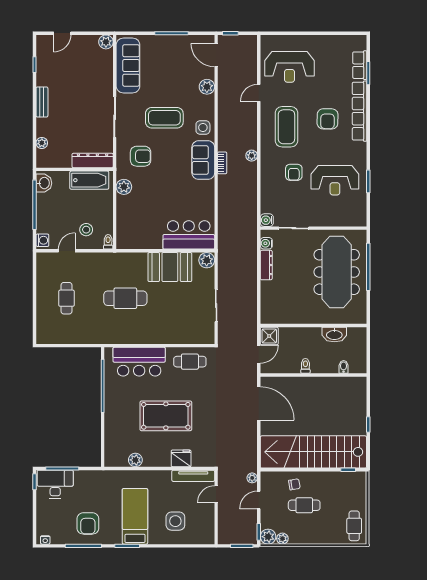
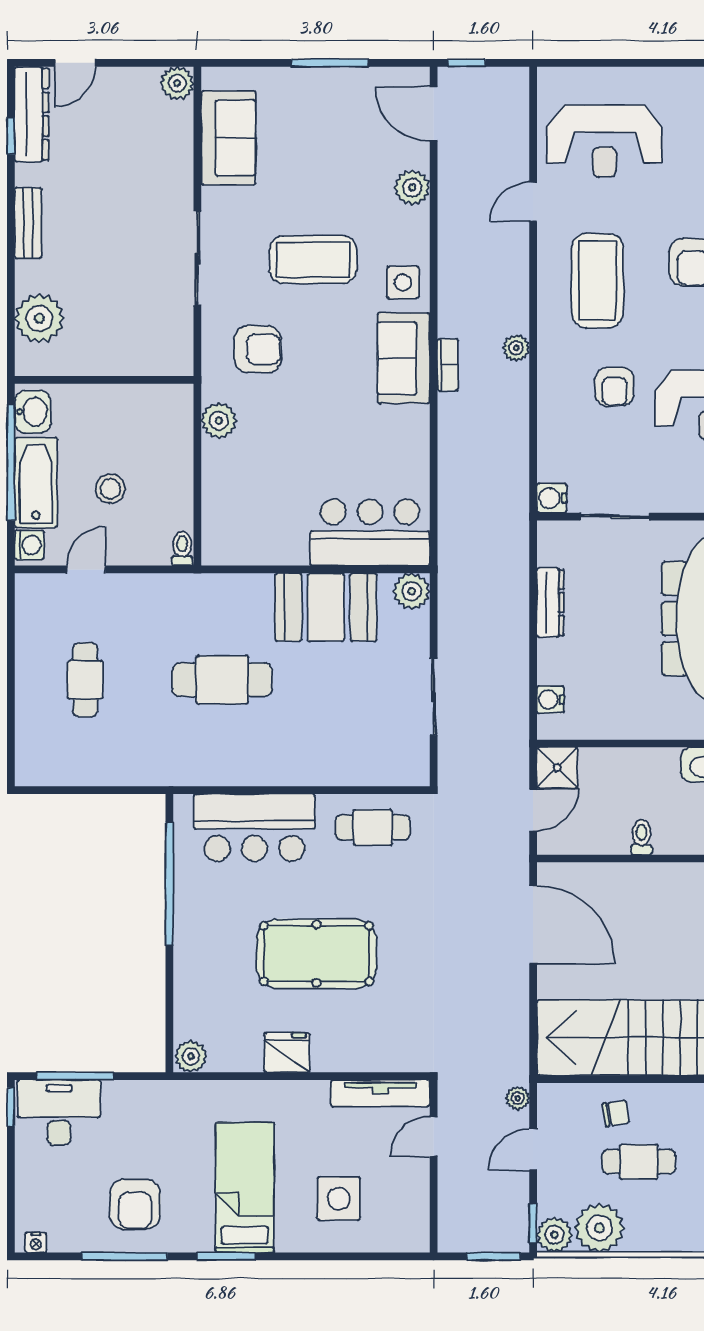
sofa: (128, 65) -> (228, 138), width x0.73
plant: (42, 143) -> (39, 318), width x1.87, depth x1.87
dresser: (93, 160) -> (32, 114), moved, turned 90
bathtub: (89, 180) -> (36, 483), moved, turned -90
stool: (86, 230) -> (110, 489), moved
water cooler: (266, 243) -> (550, 699), moved
fridge: (181, 458) -> (287, 1053), moved
plant: (135, 460) -> (191, 1056), moved
plant: (282, 539) -> (599, 1228), width x1.88, depth x1.88

